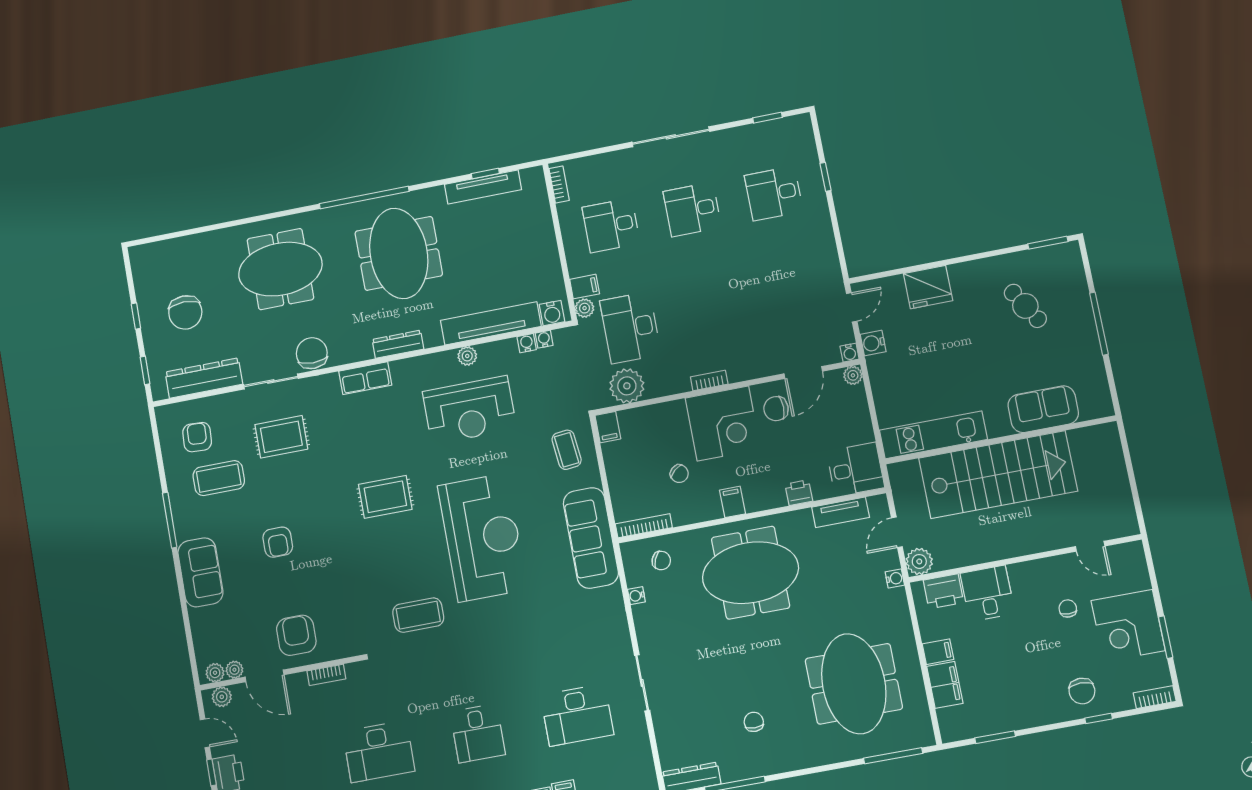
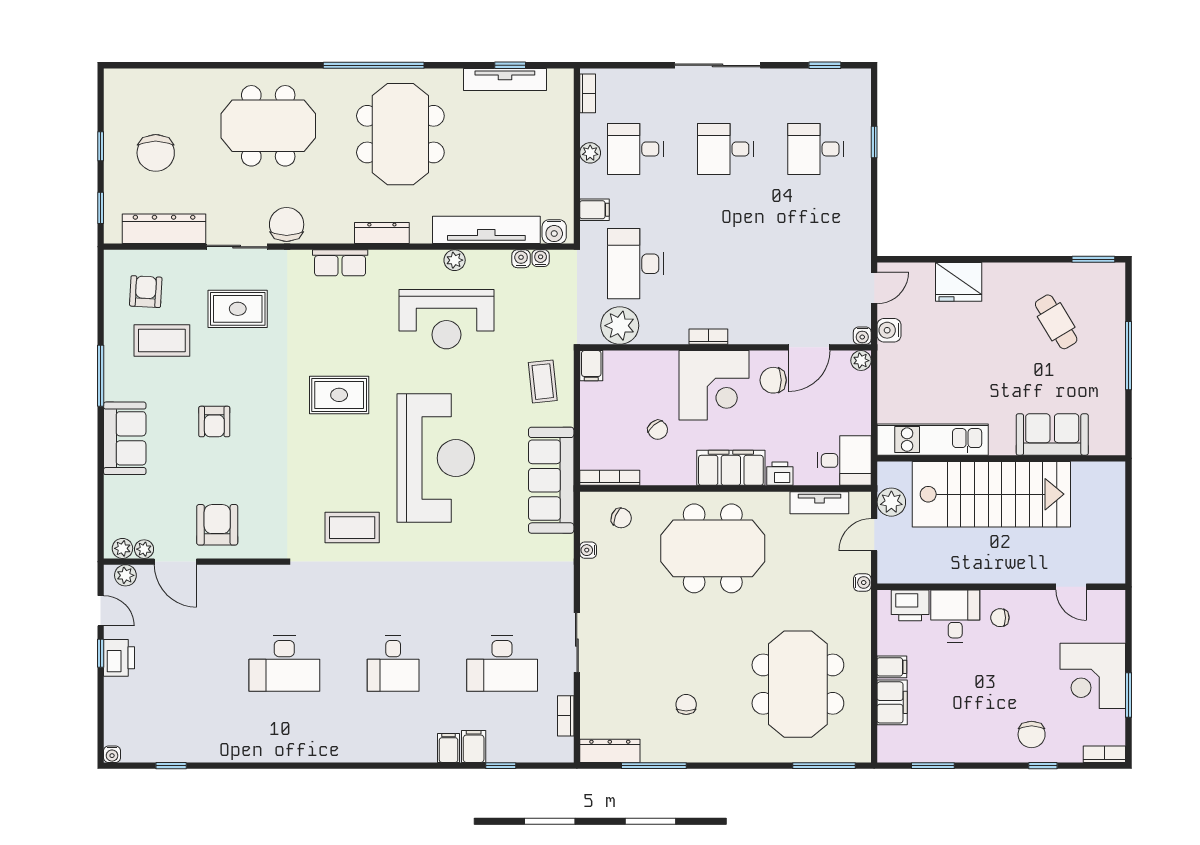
plant: (585, 308) -> (590, 153), moved
filing cabinet: (732, 502) -> (731, 468), width x3.00, depth x1.17
plant: (919, 561) -> (891, 502), moved
chair: (1068, 608) -> (1000, 618), moved, turned -90
bookcase: (326, 675) -> (566, 716), moved, turned 90

